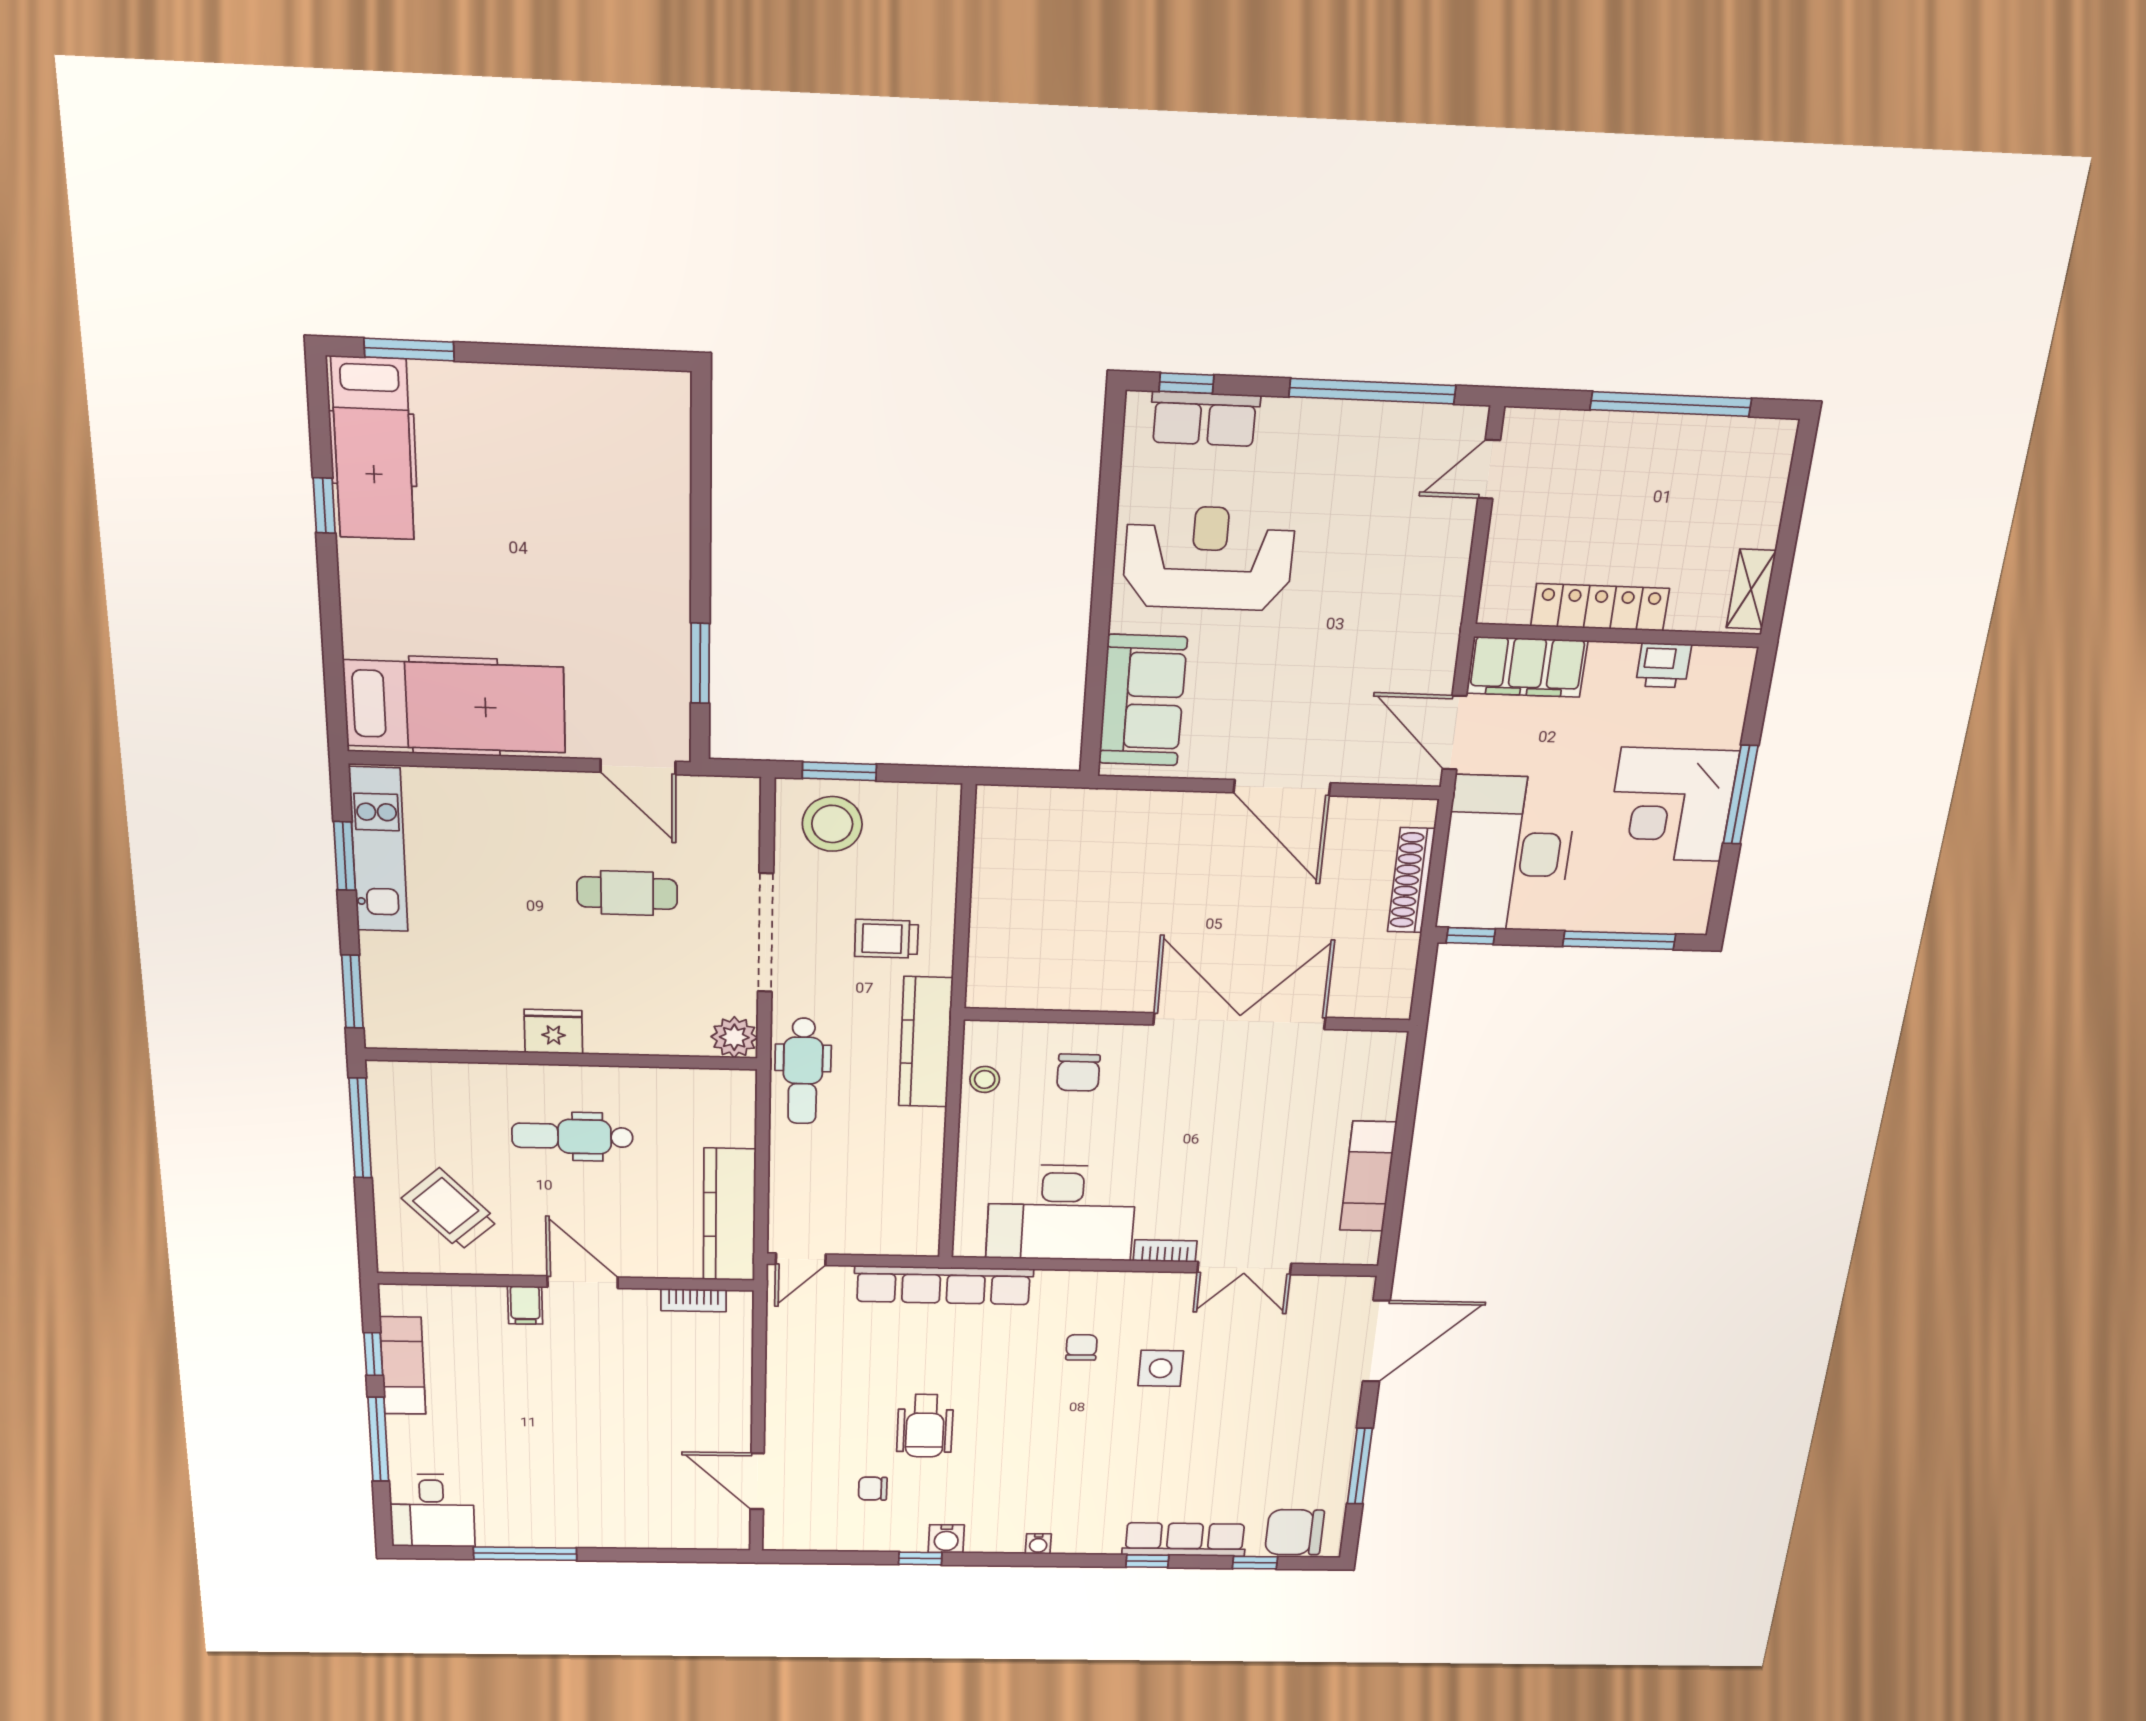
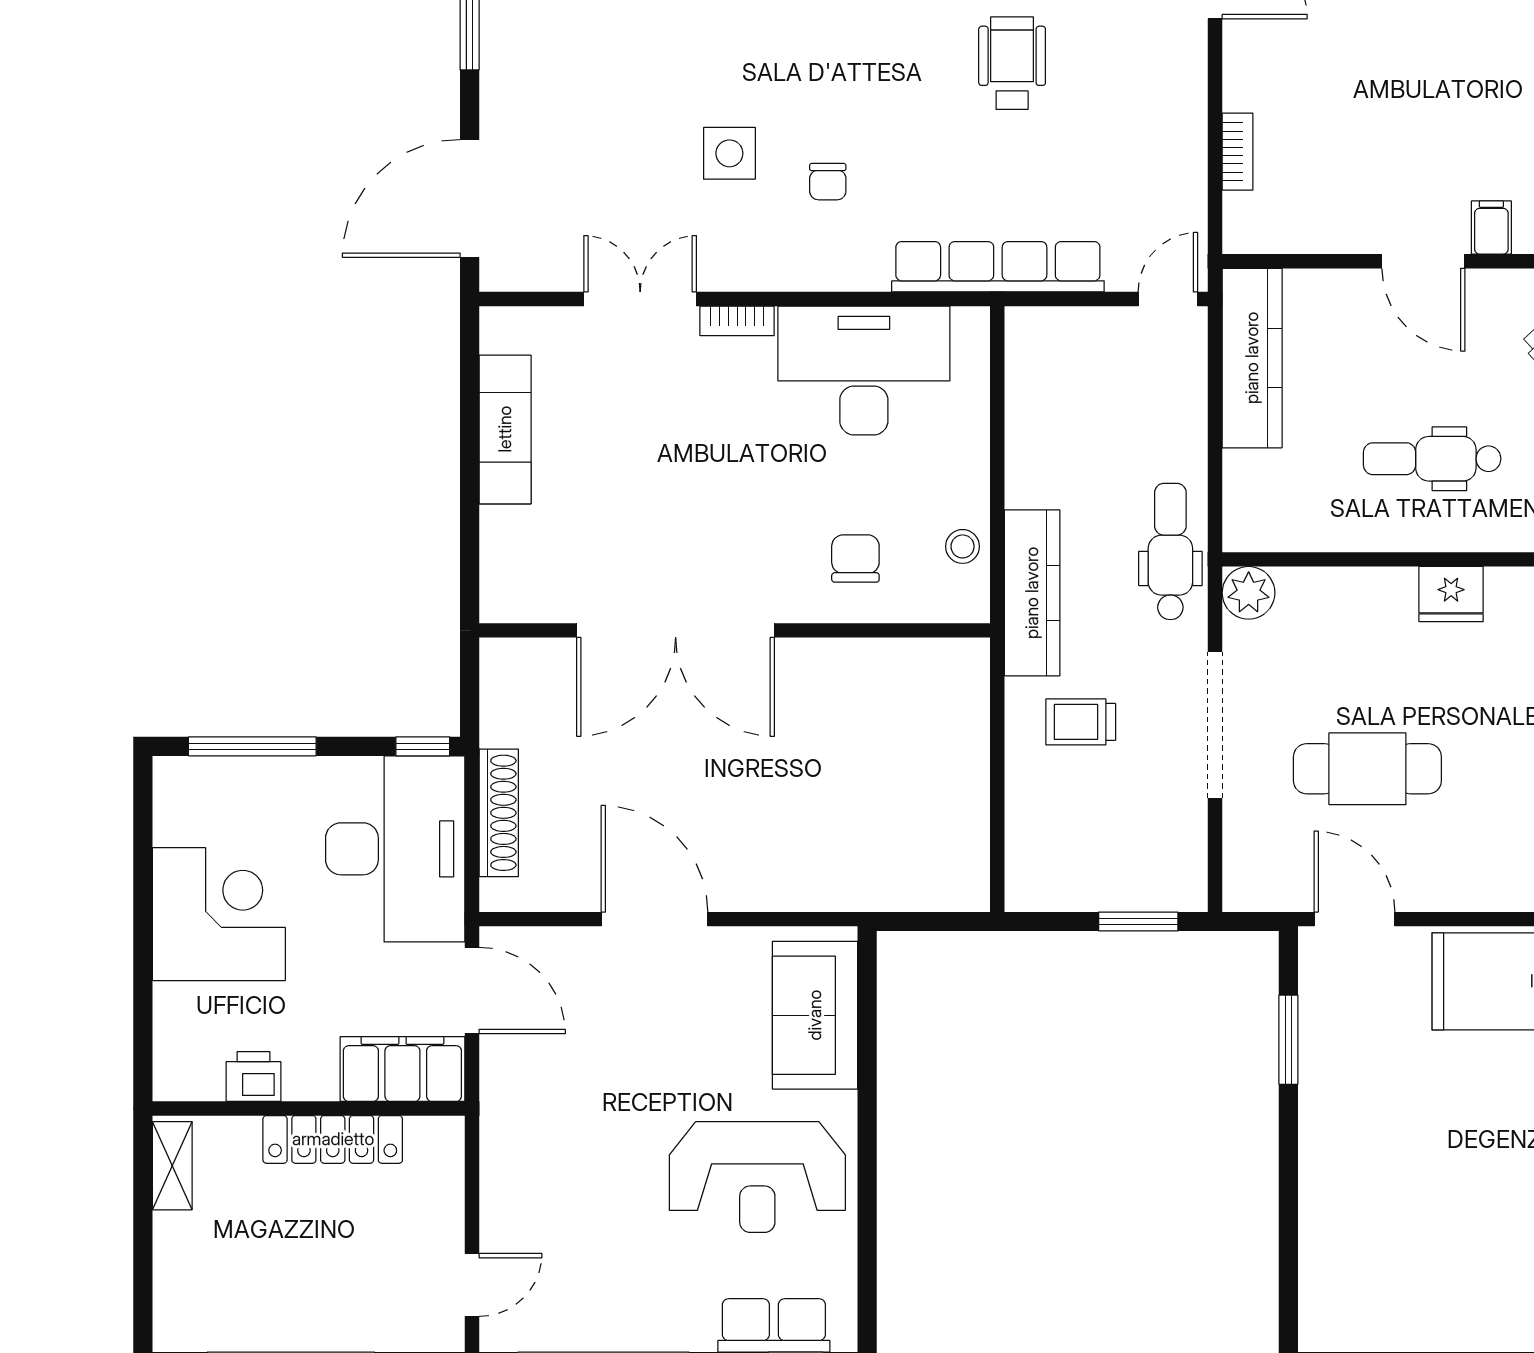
window: (1741, 795) -> (143, 929), removed
stool: (832, 824) -> (1144, 859), removed
cafe table: (627, 893) -> (1367, 769), width x1.37, depth x1.35
trolley: (886, 939) -> (1081, 722), turned 180
dental chair: (572, 1136) -> (1432, 459), turned 180
bookcase: (694, 1300) -> (1238, 152), moved, turned 90

